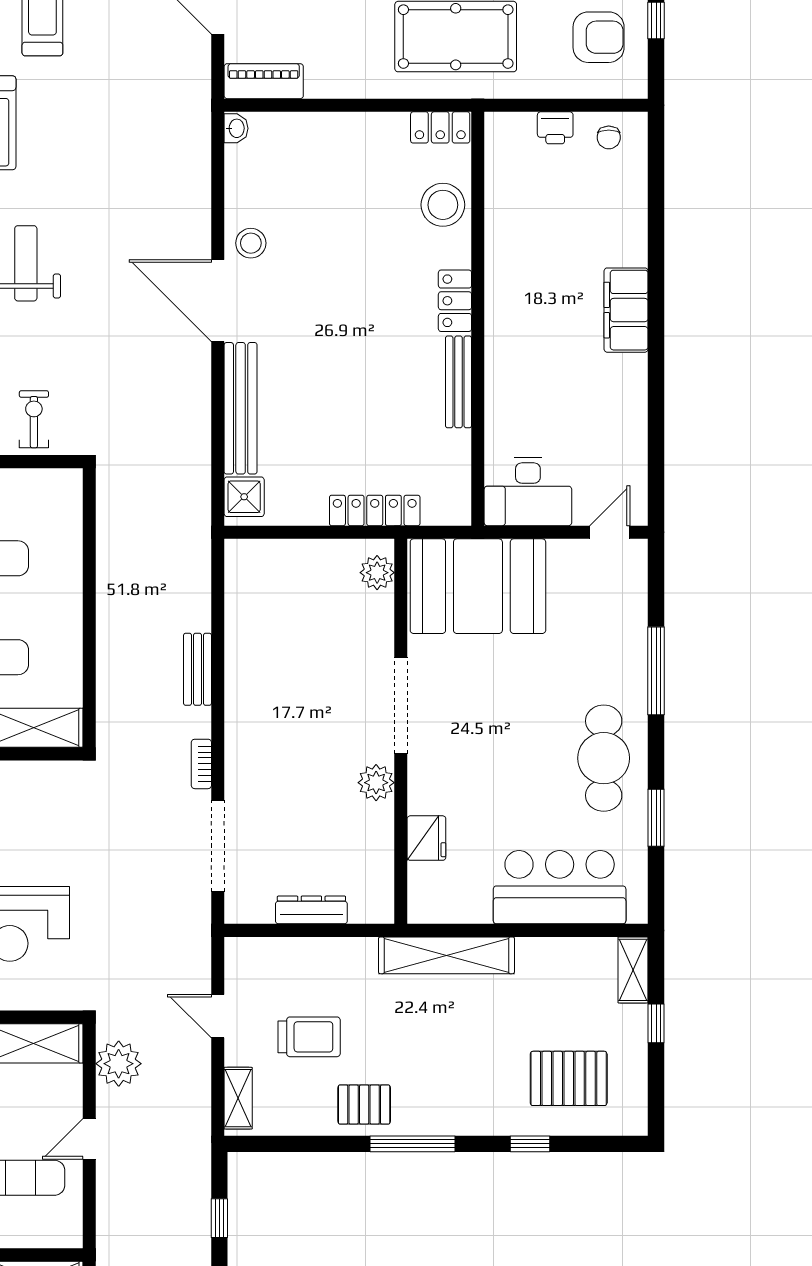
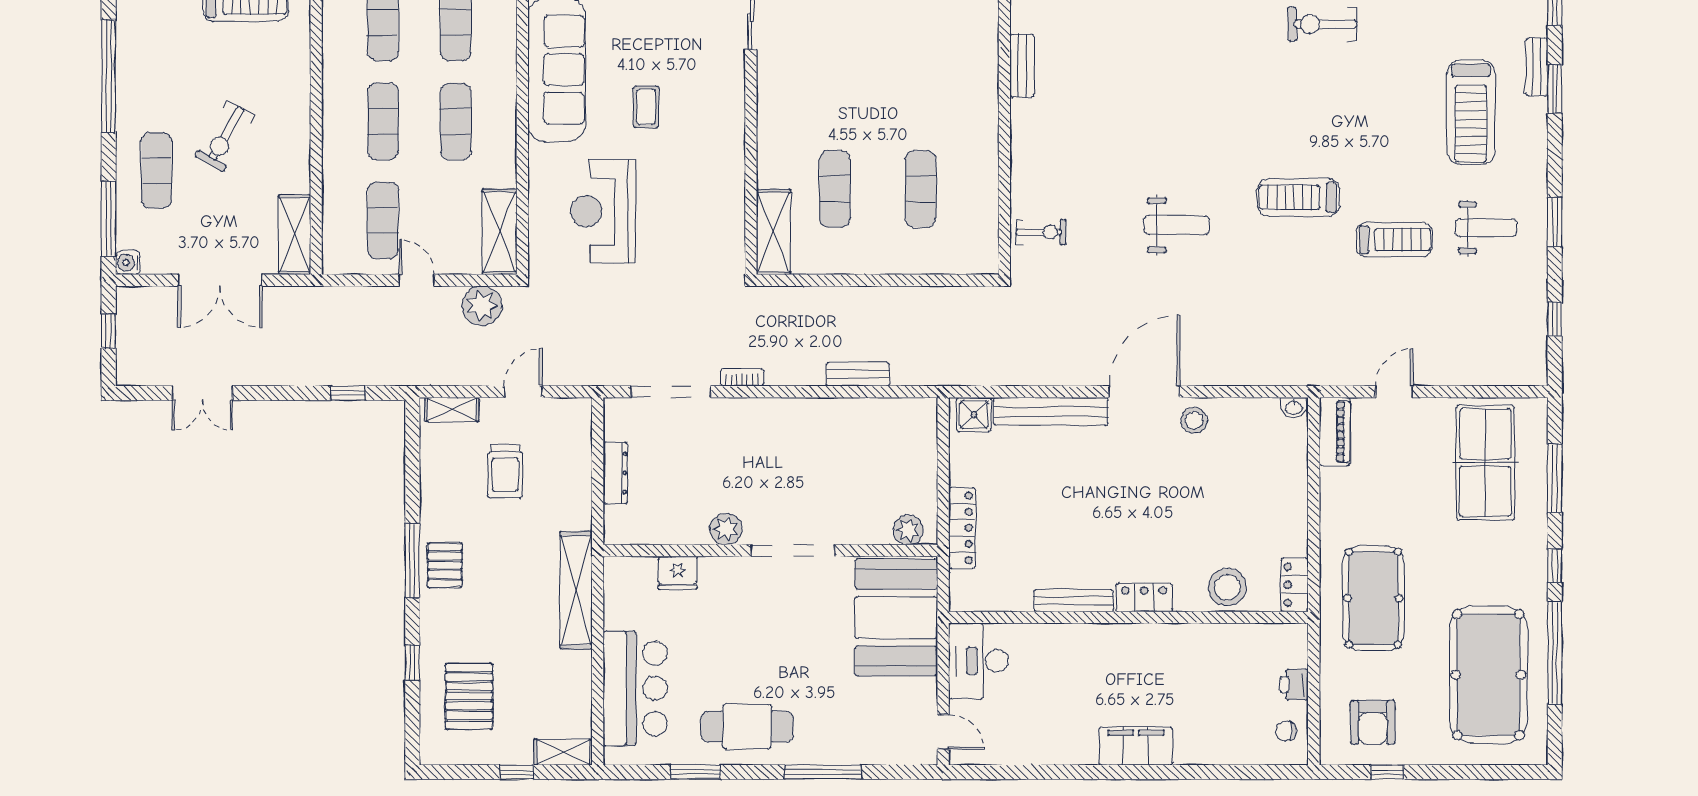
bench: (197, 669) -> (858, 374), moved
pallet: (364, 1105) -> (445, 565), moved

